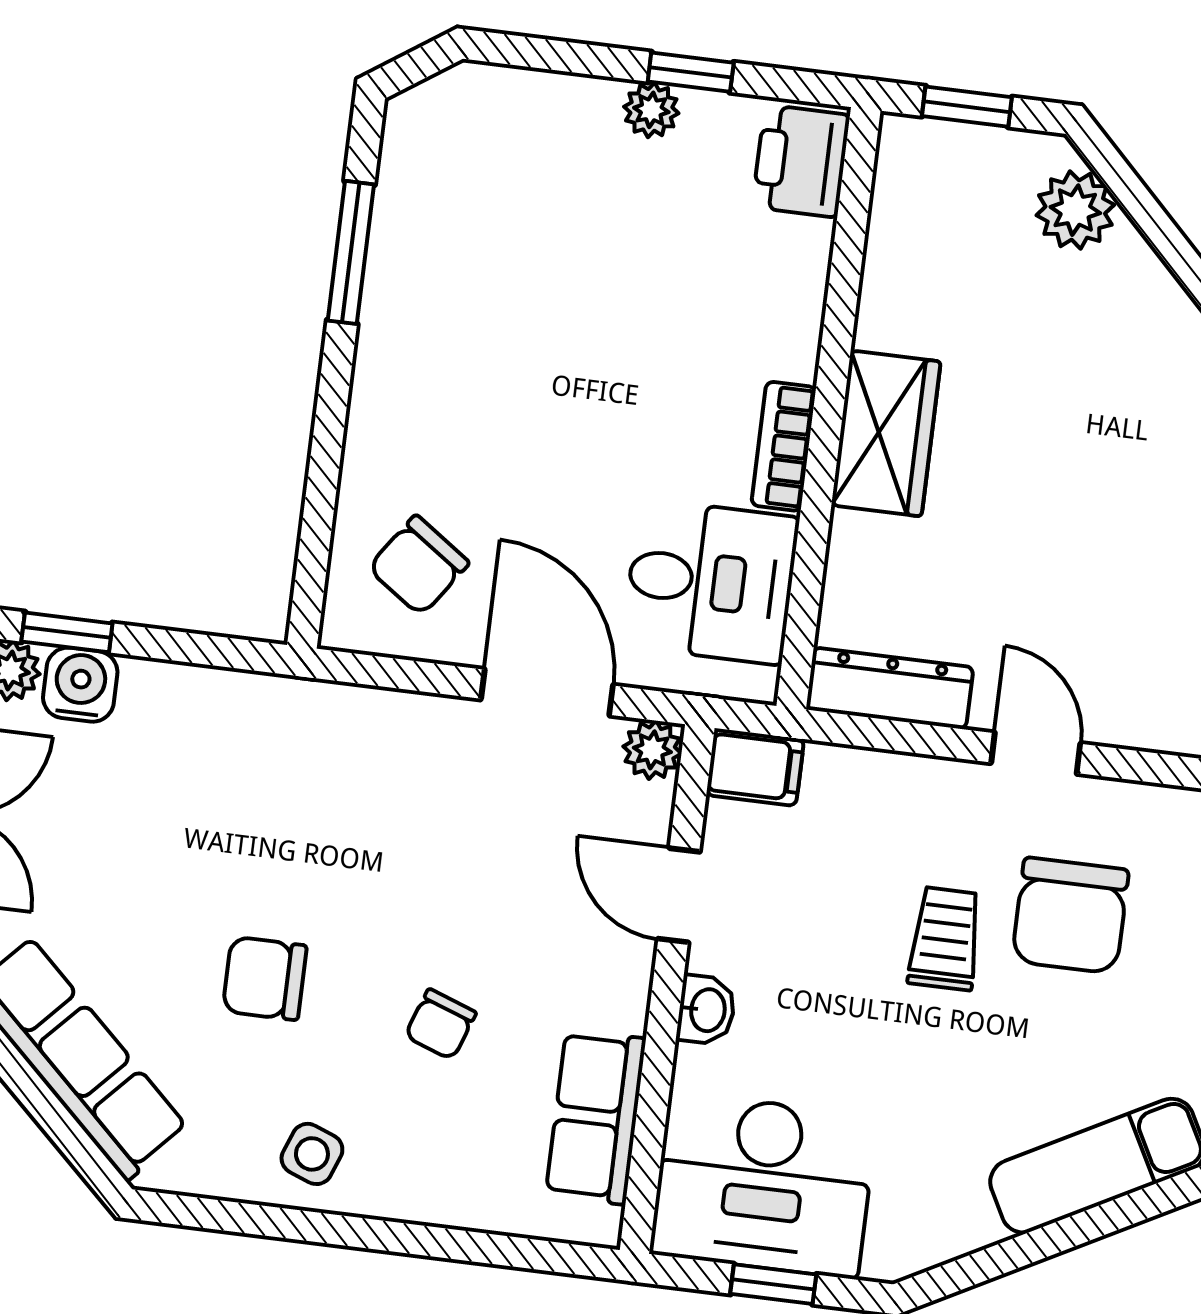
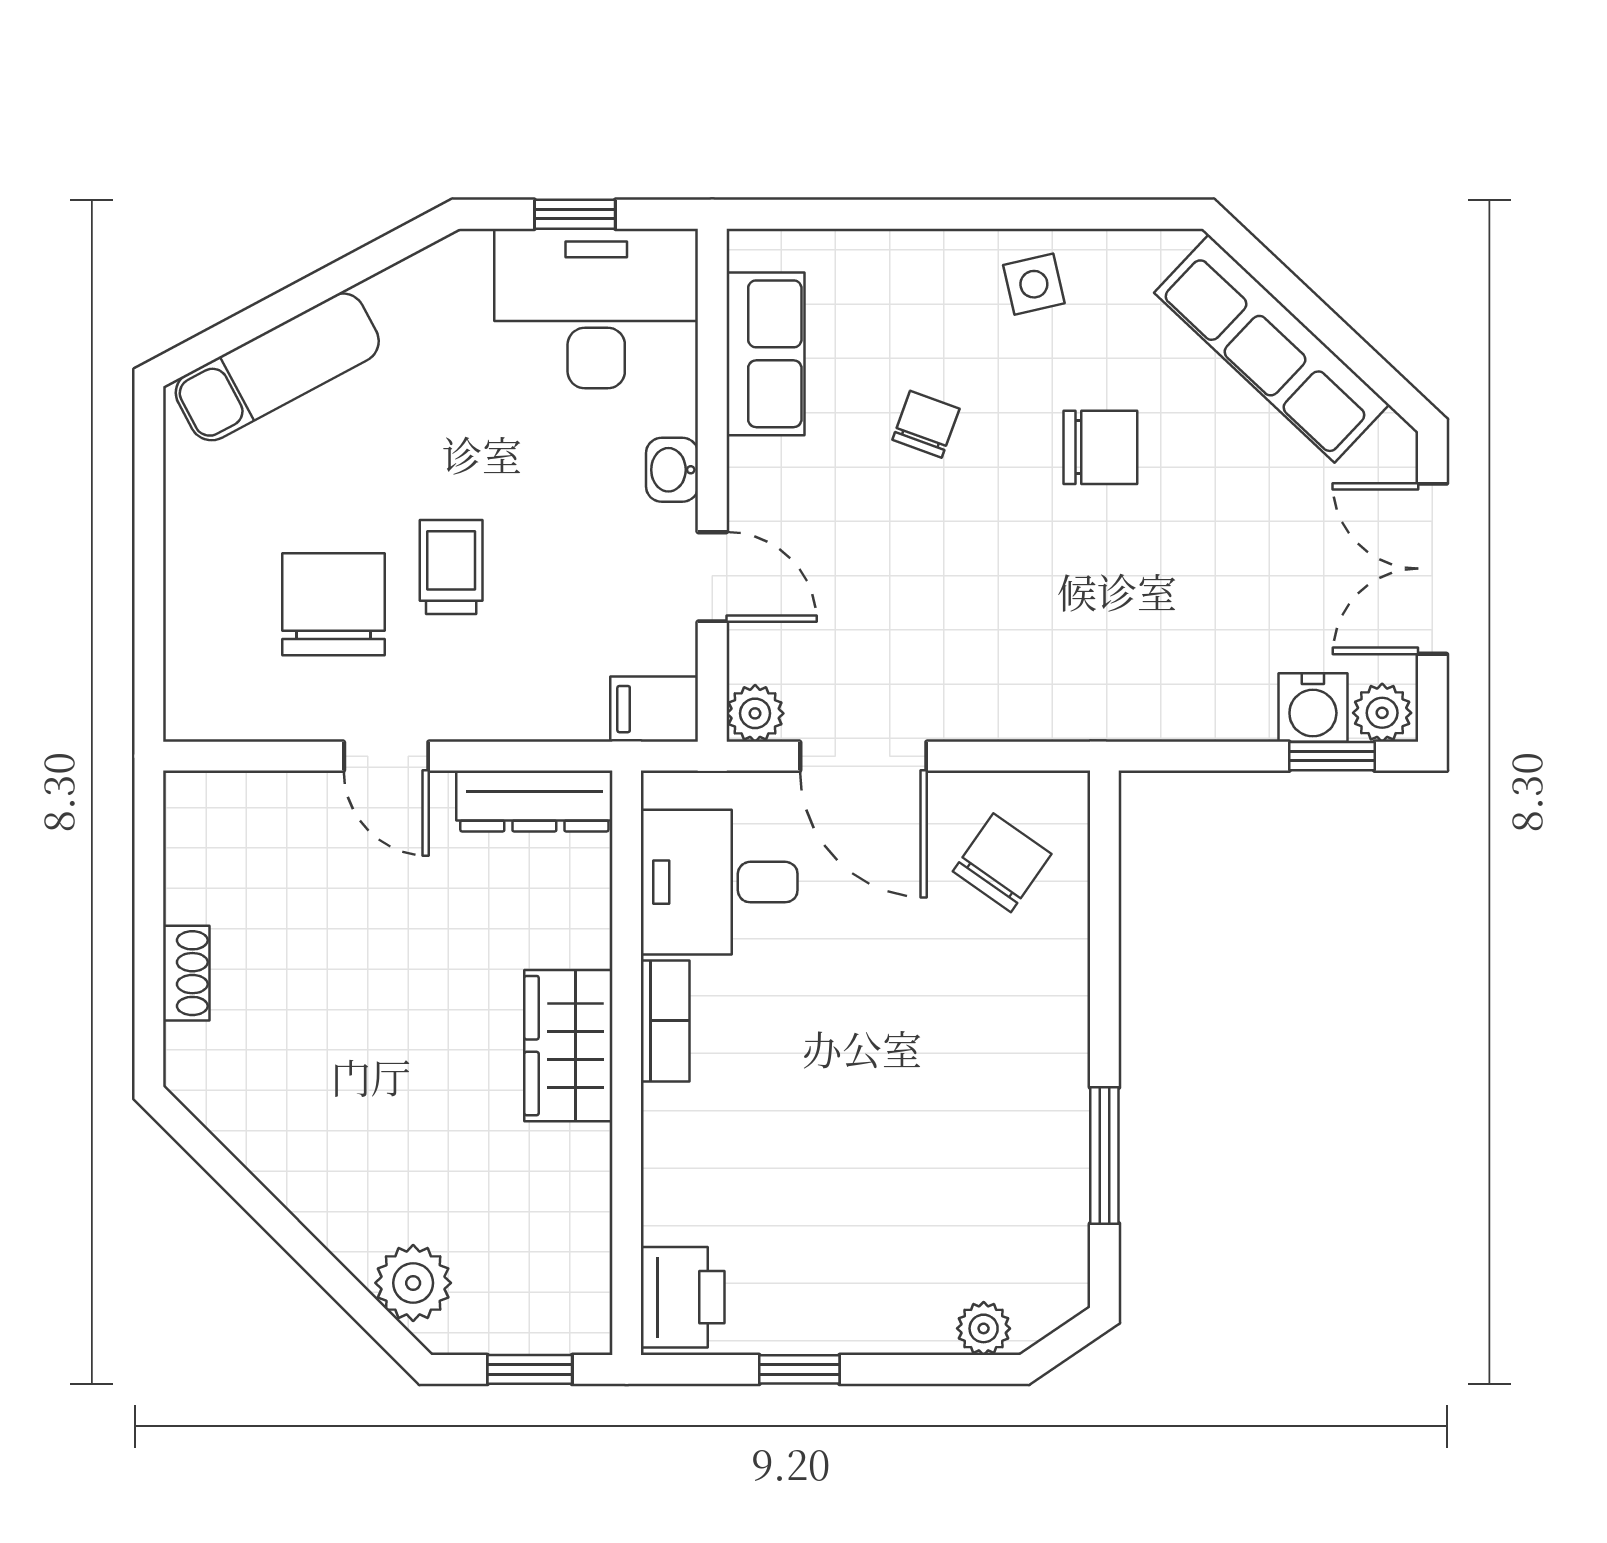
plant: (651, 110) -> (984, 1328), moved
trolley: (945, 939) -> (451, 567), turned 180
side table: (312, 1154) -> (1034, 284), turned -34

